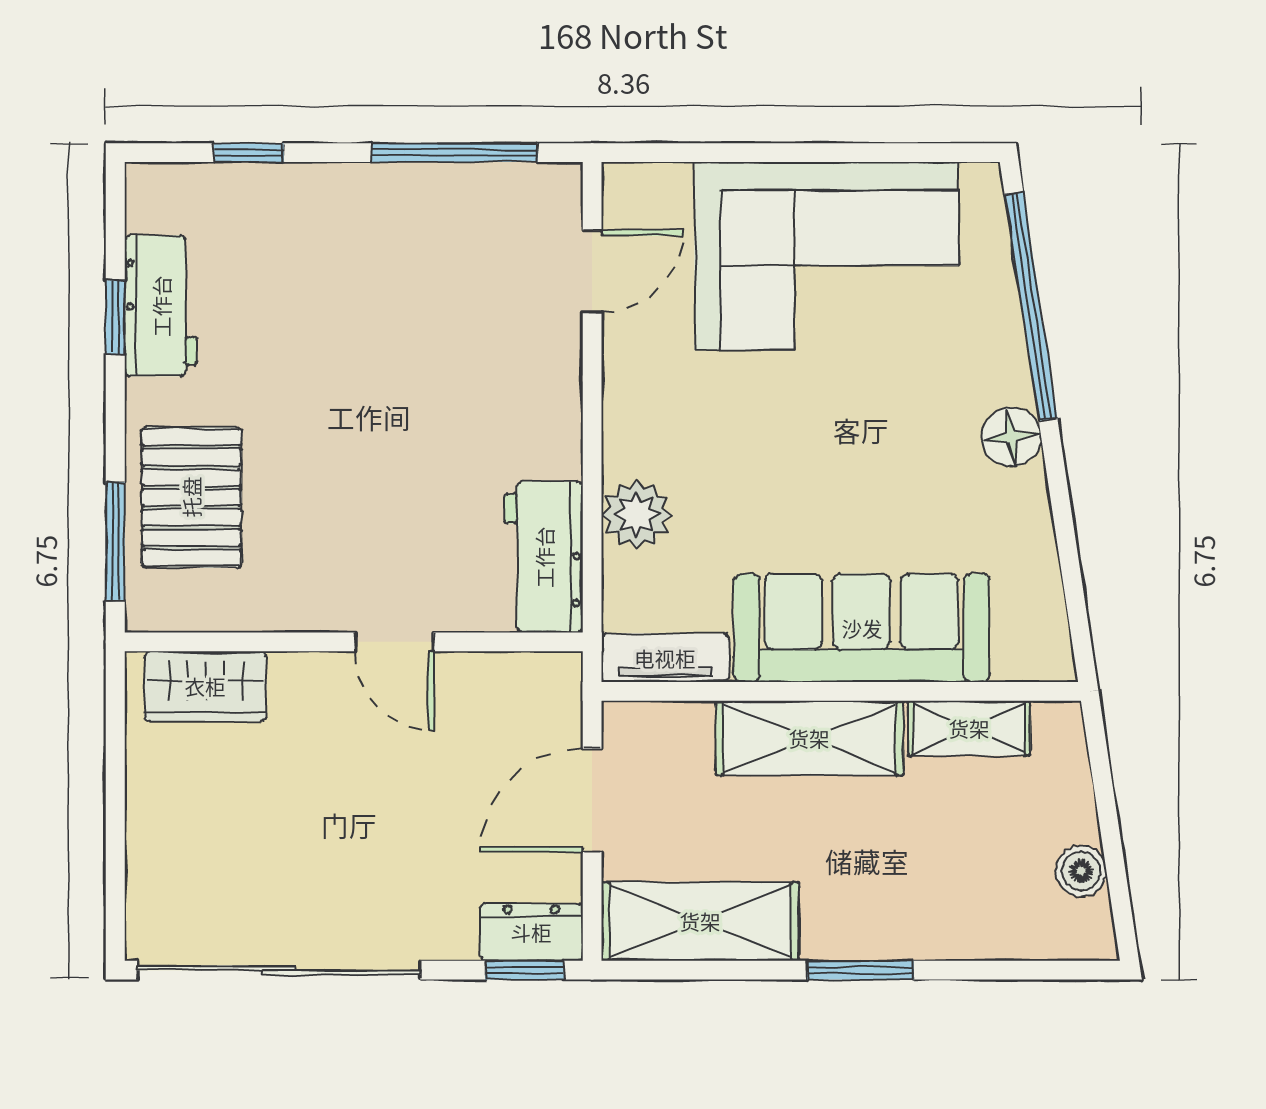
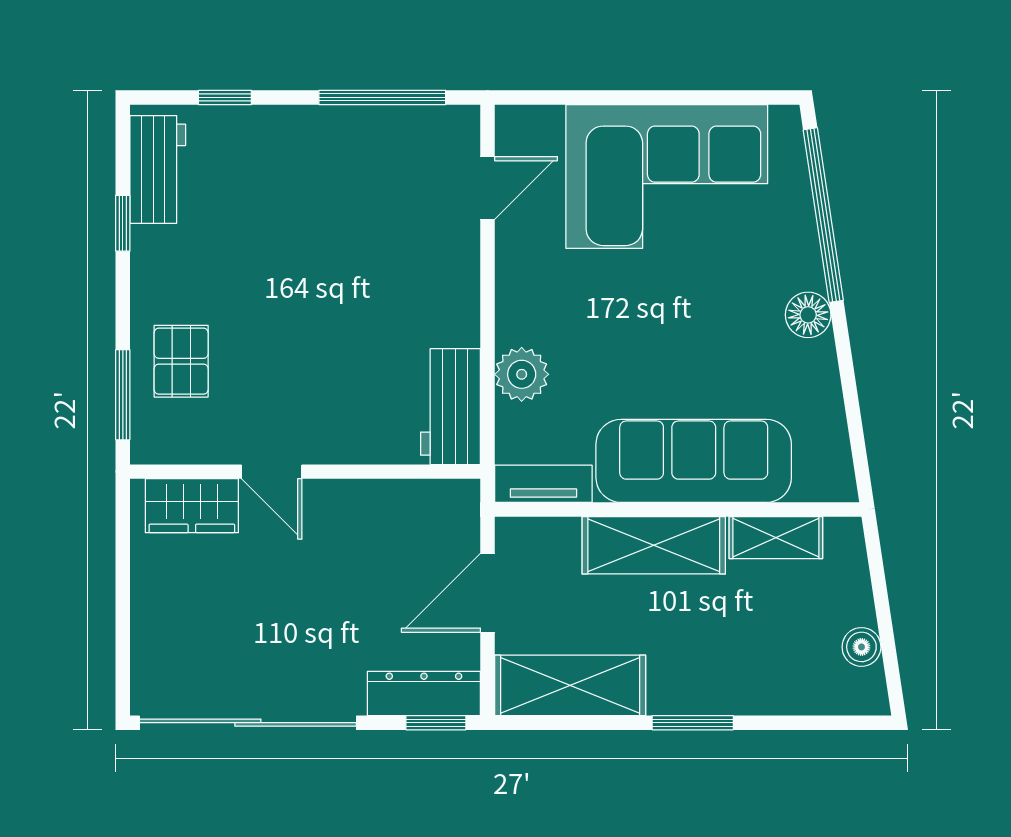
workbench: (161, 306) -> (158, 169), moved
pallet: (191, 497) -> (181, 361), width x0.67, depth x0.71
door: (394, 642) -> (272, 472), moved
dresser: (531, 932) -> (424, 693), width x1.44

